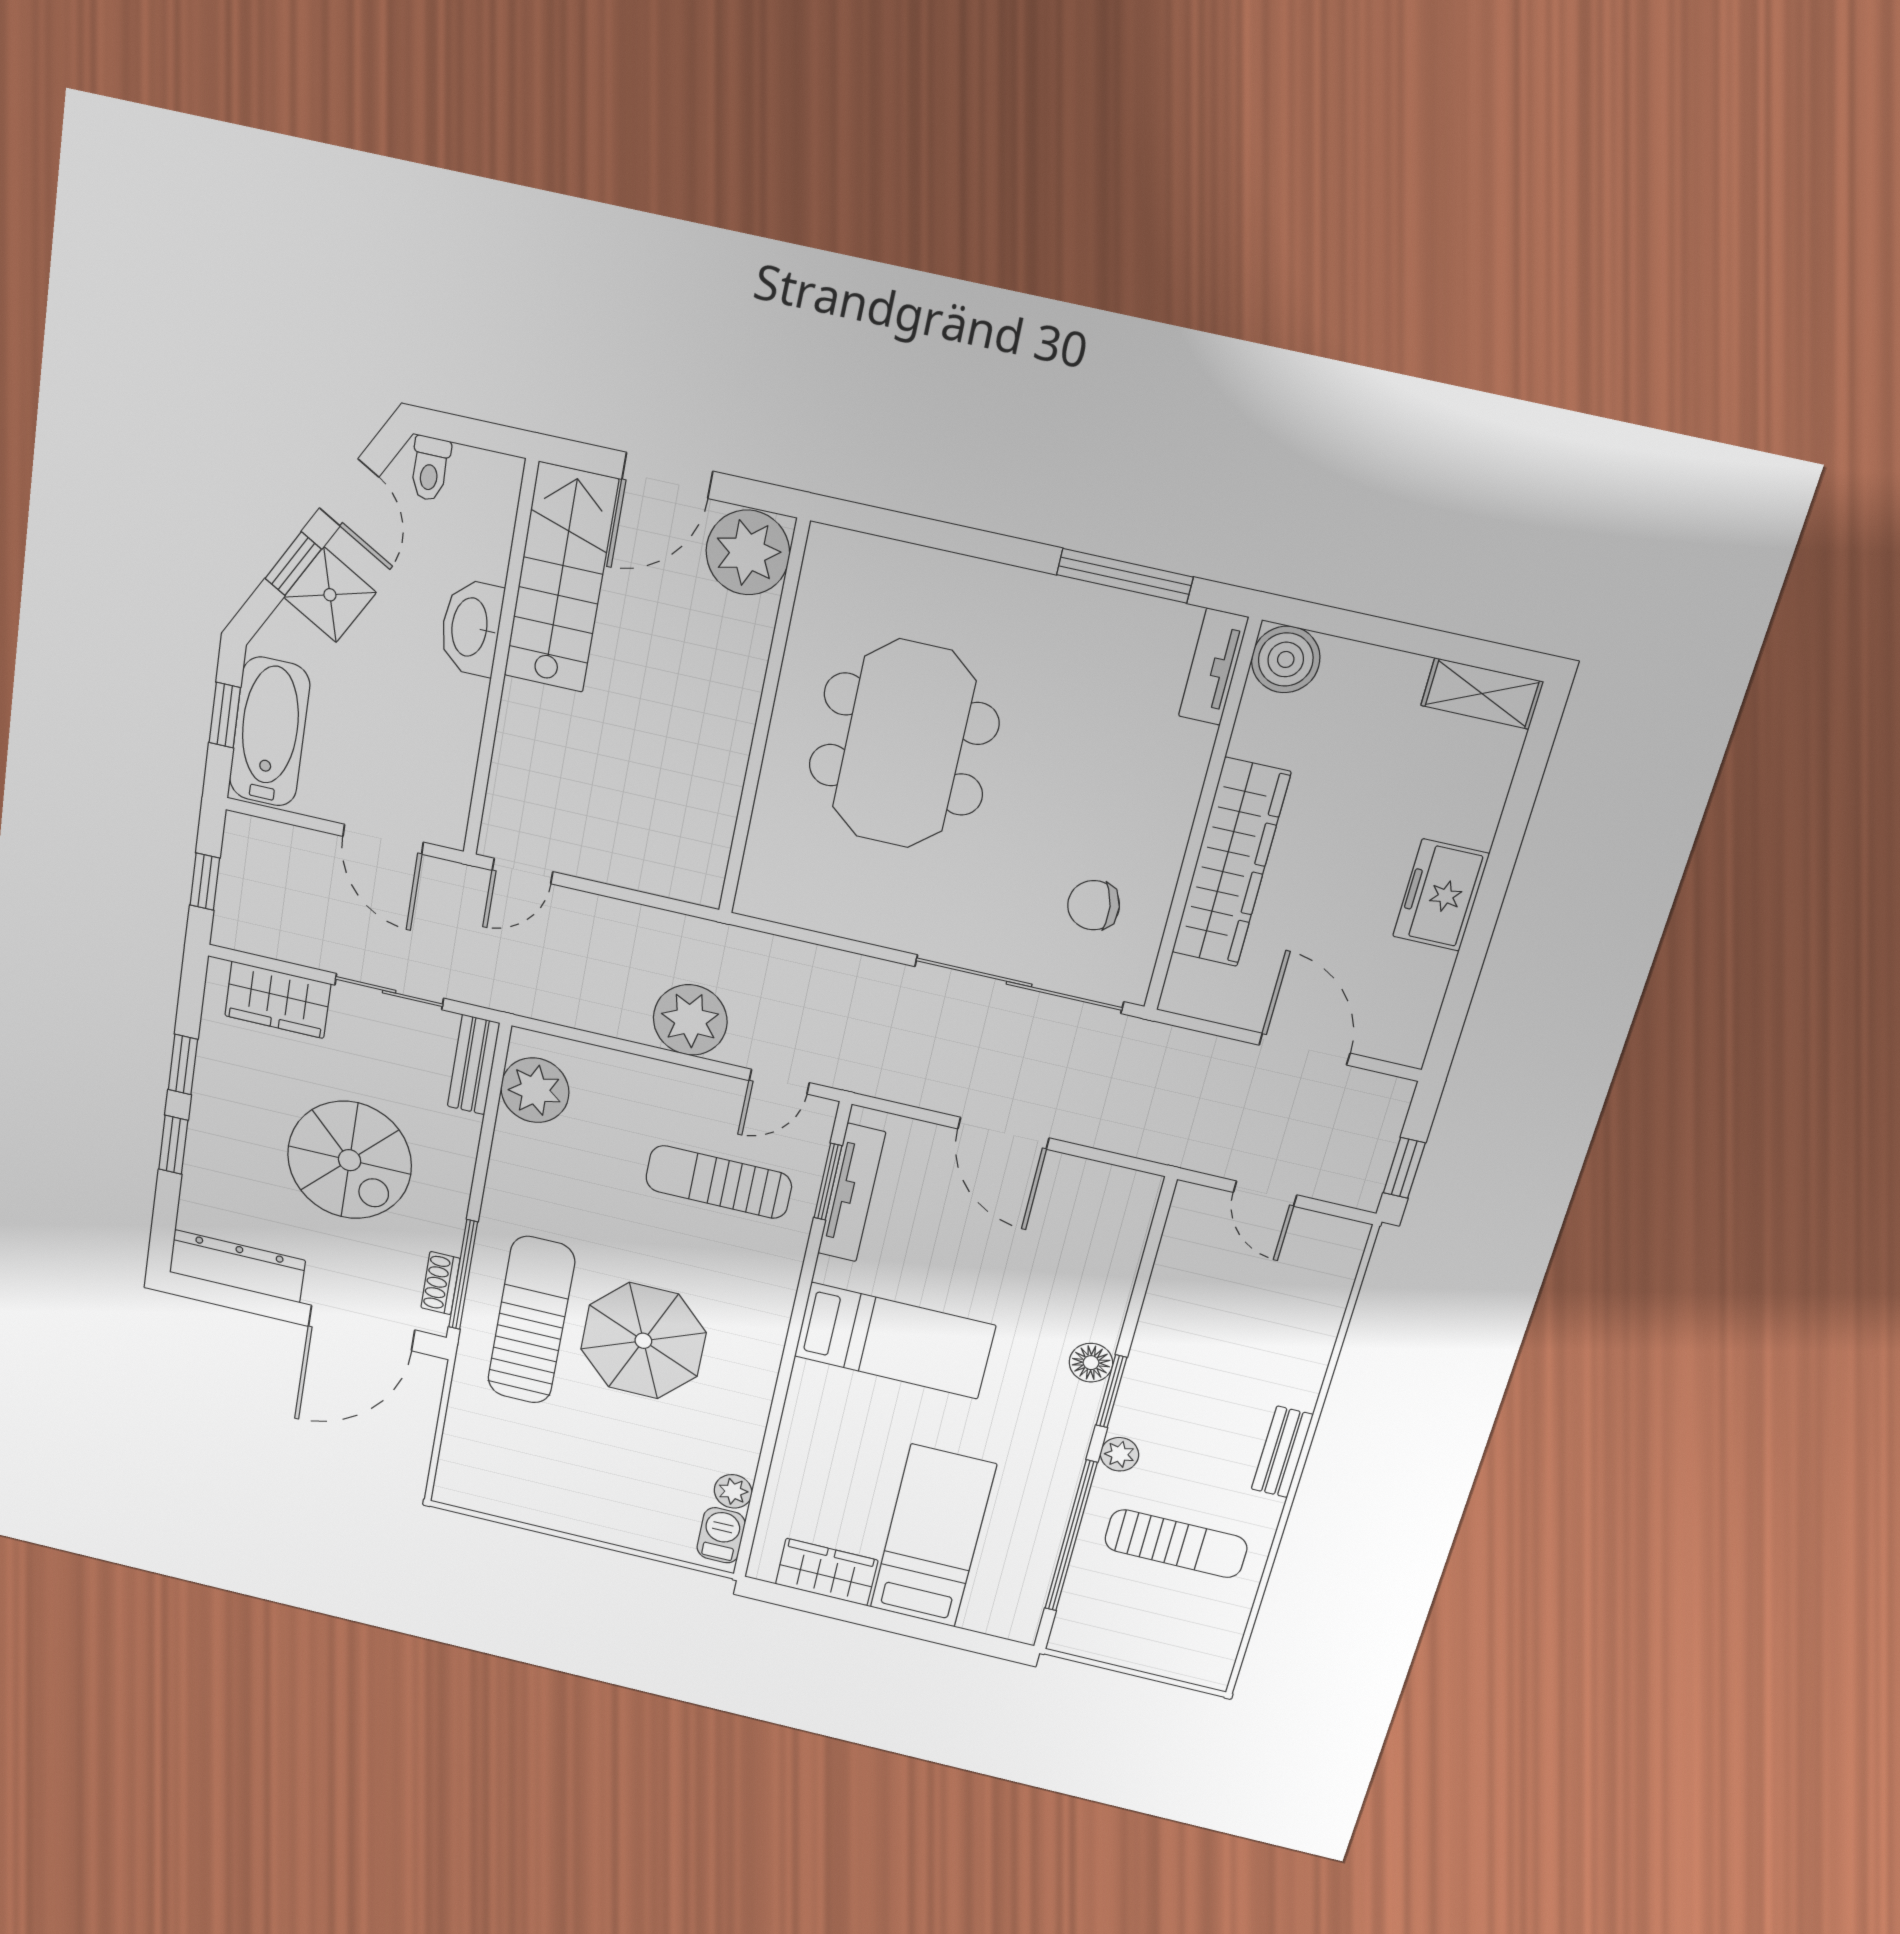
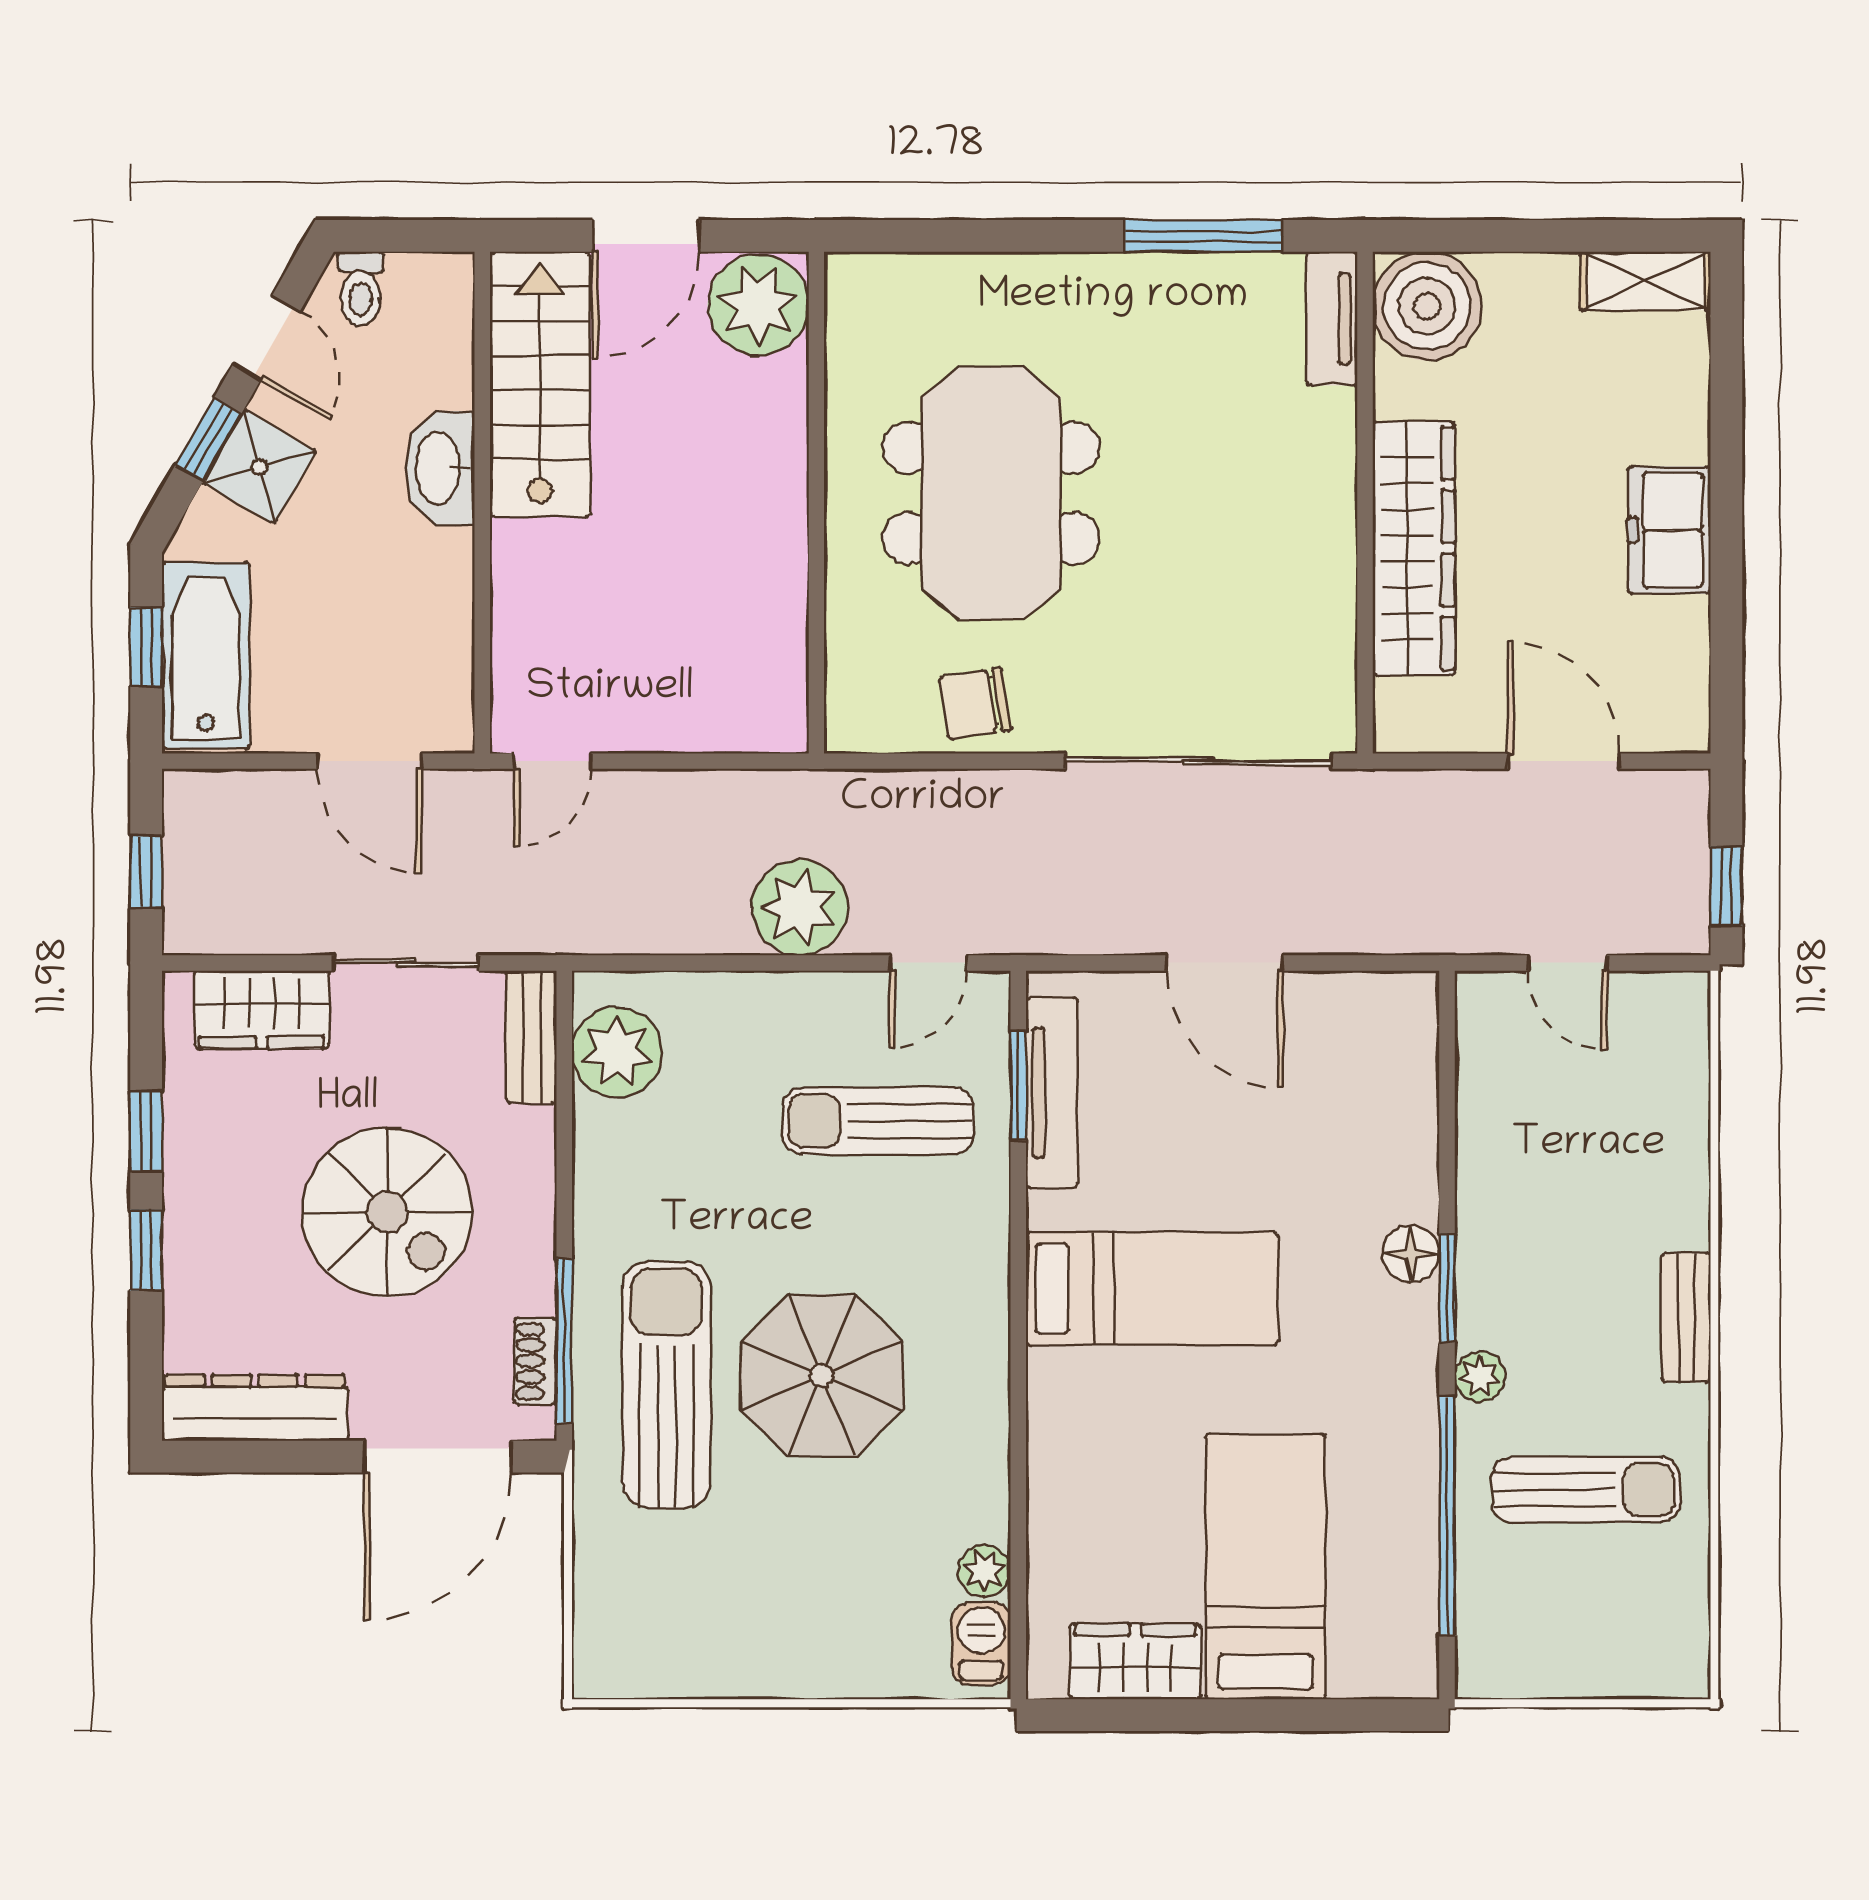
boiler: (1286, 659) -> (1427, 306), width x1.37, depth x1.37
chair: (1094, 905) -> (975, 703), moved

